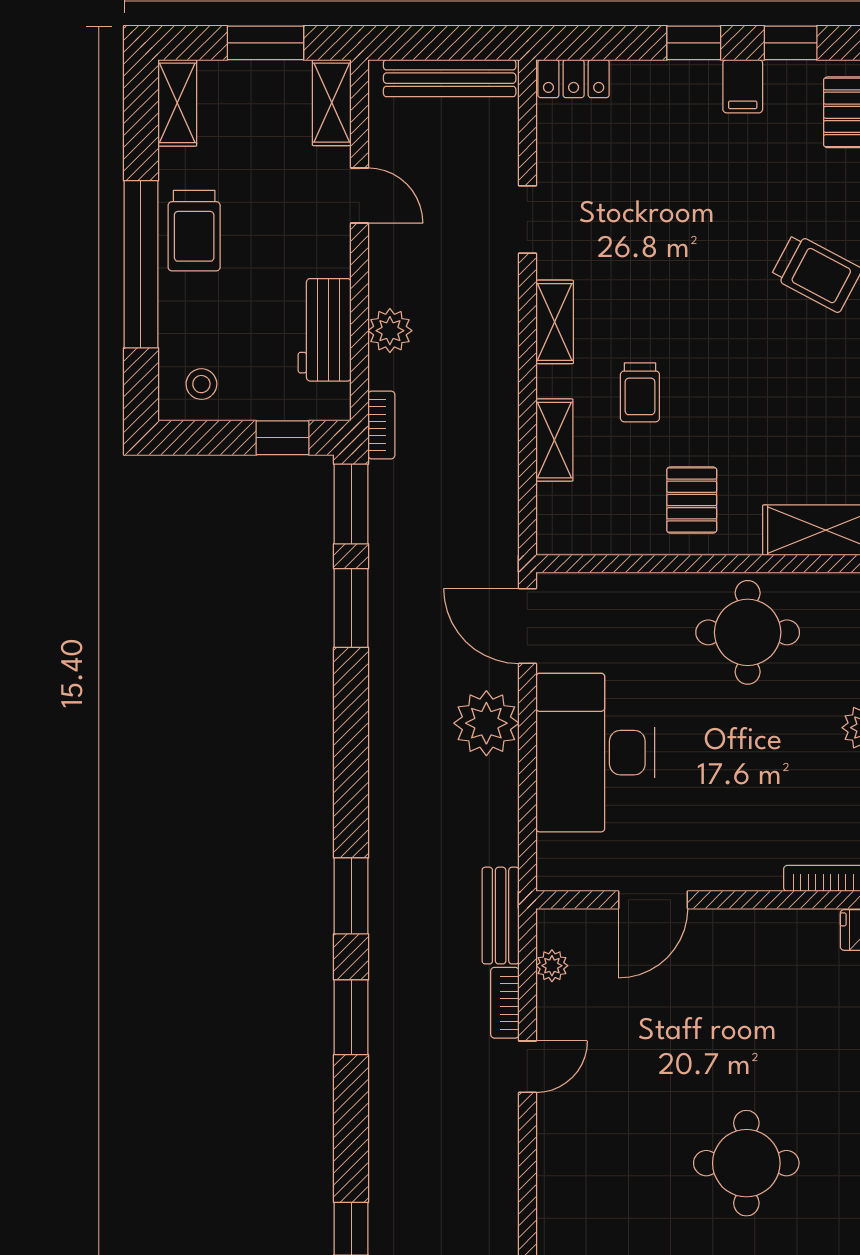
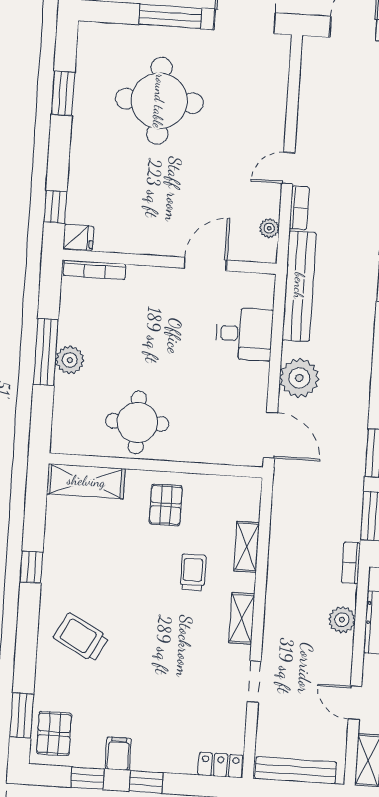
desk: (595, 753) -> (244, 334), width x0.53, depth x0.77
bench: (501, 916) -> (299, 286), width x1.86, depth x1.21
round table: (746, 1163) -> (159, 101), width x1.36, depth x1.36

